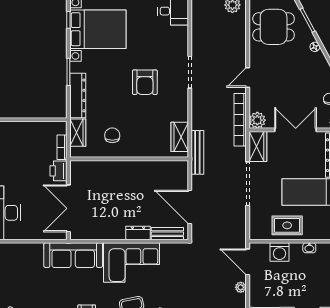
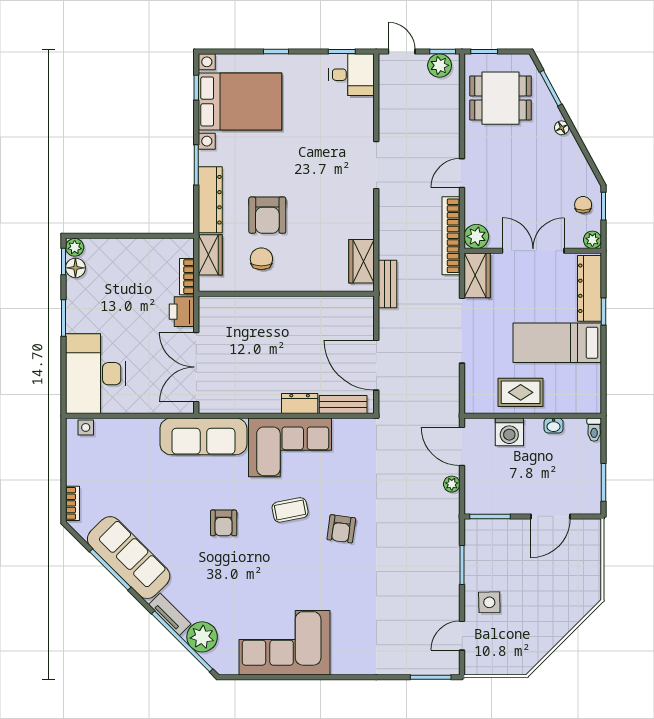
armchair: (145, 82) -> (267, 215), moved
bench: (197, 152) -> (388, 284), width x0.73

